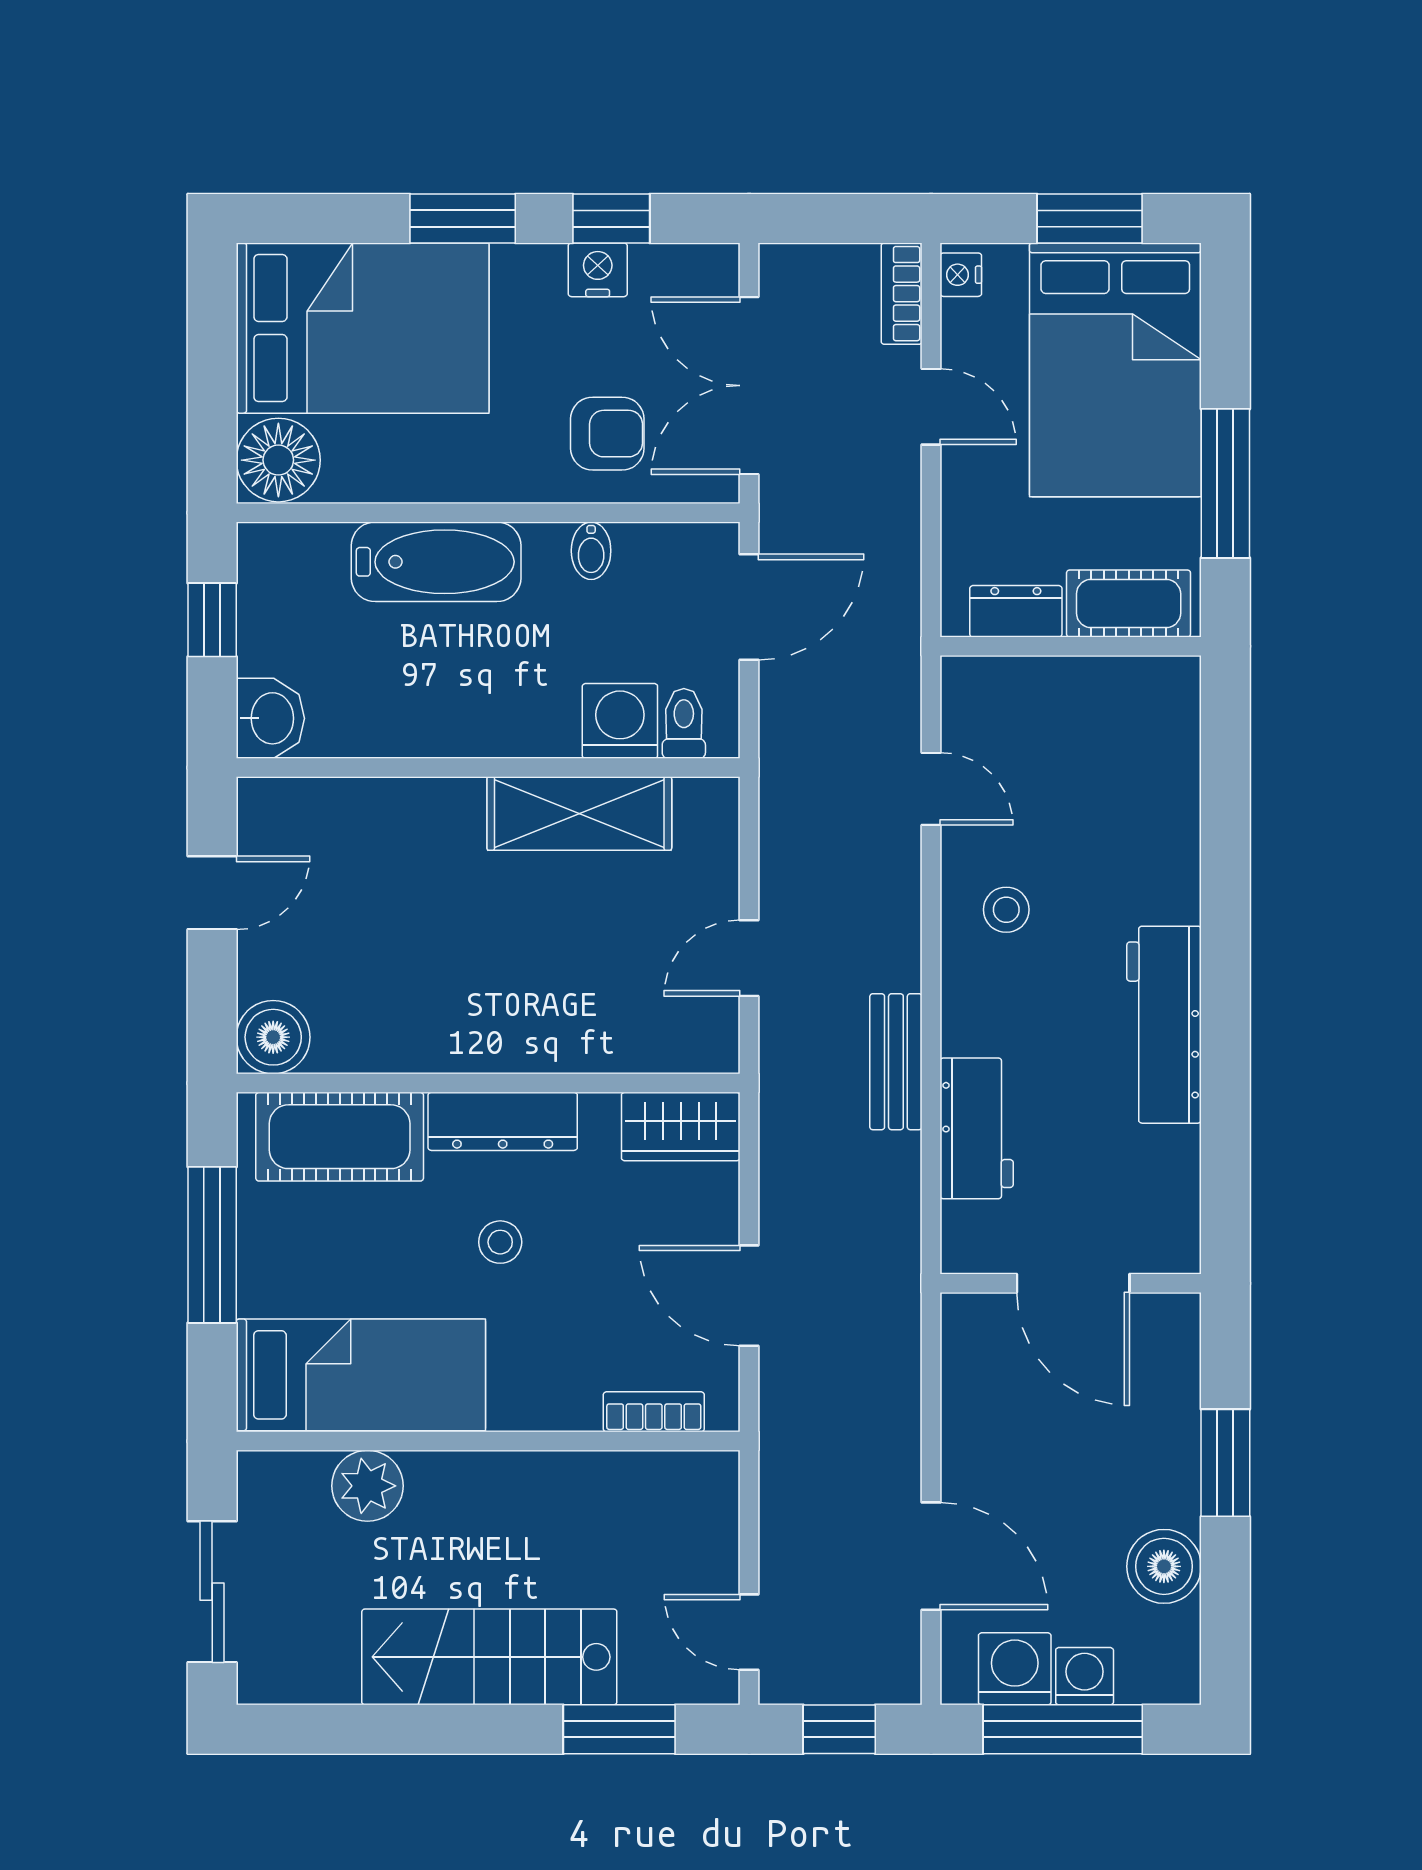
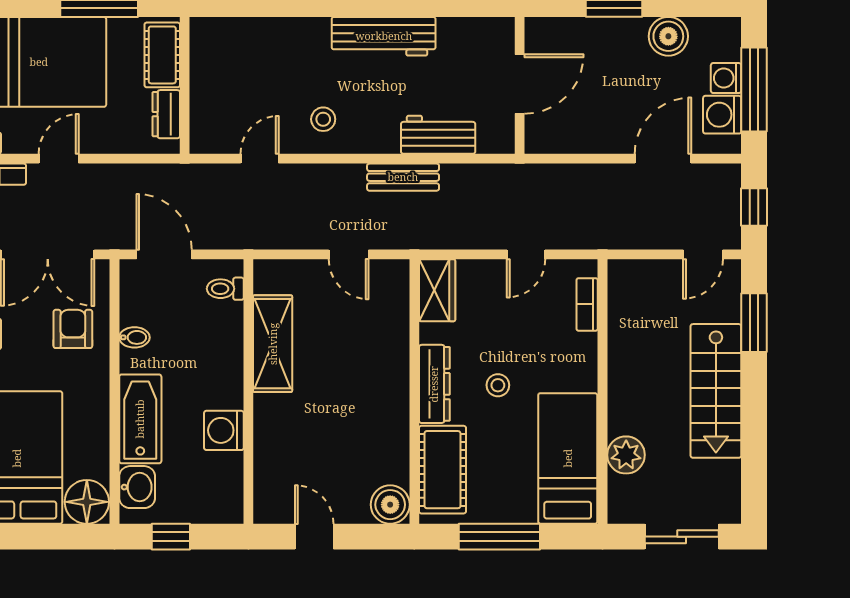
washbasin: (270, 718) -> (137, 487), moved, turned 90
washing machine: (620, 721) -> (224, 430), moved
door: (749, 1296) -> (526, 254), width x0.73

